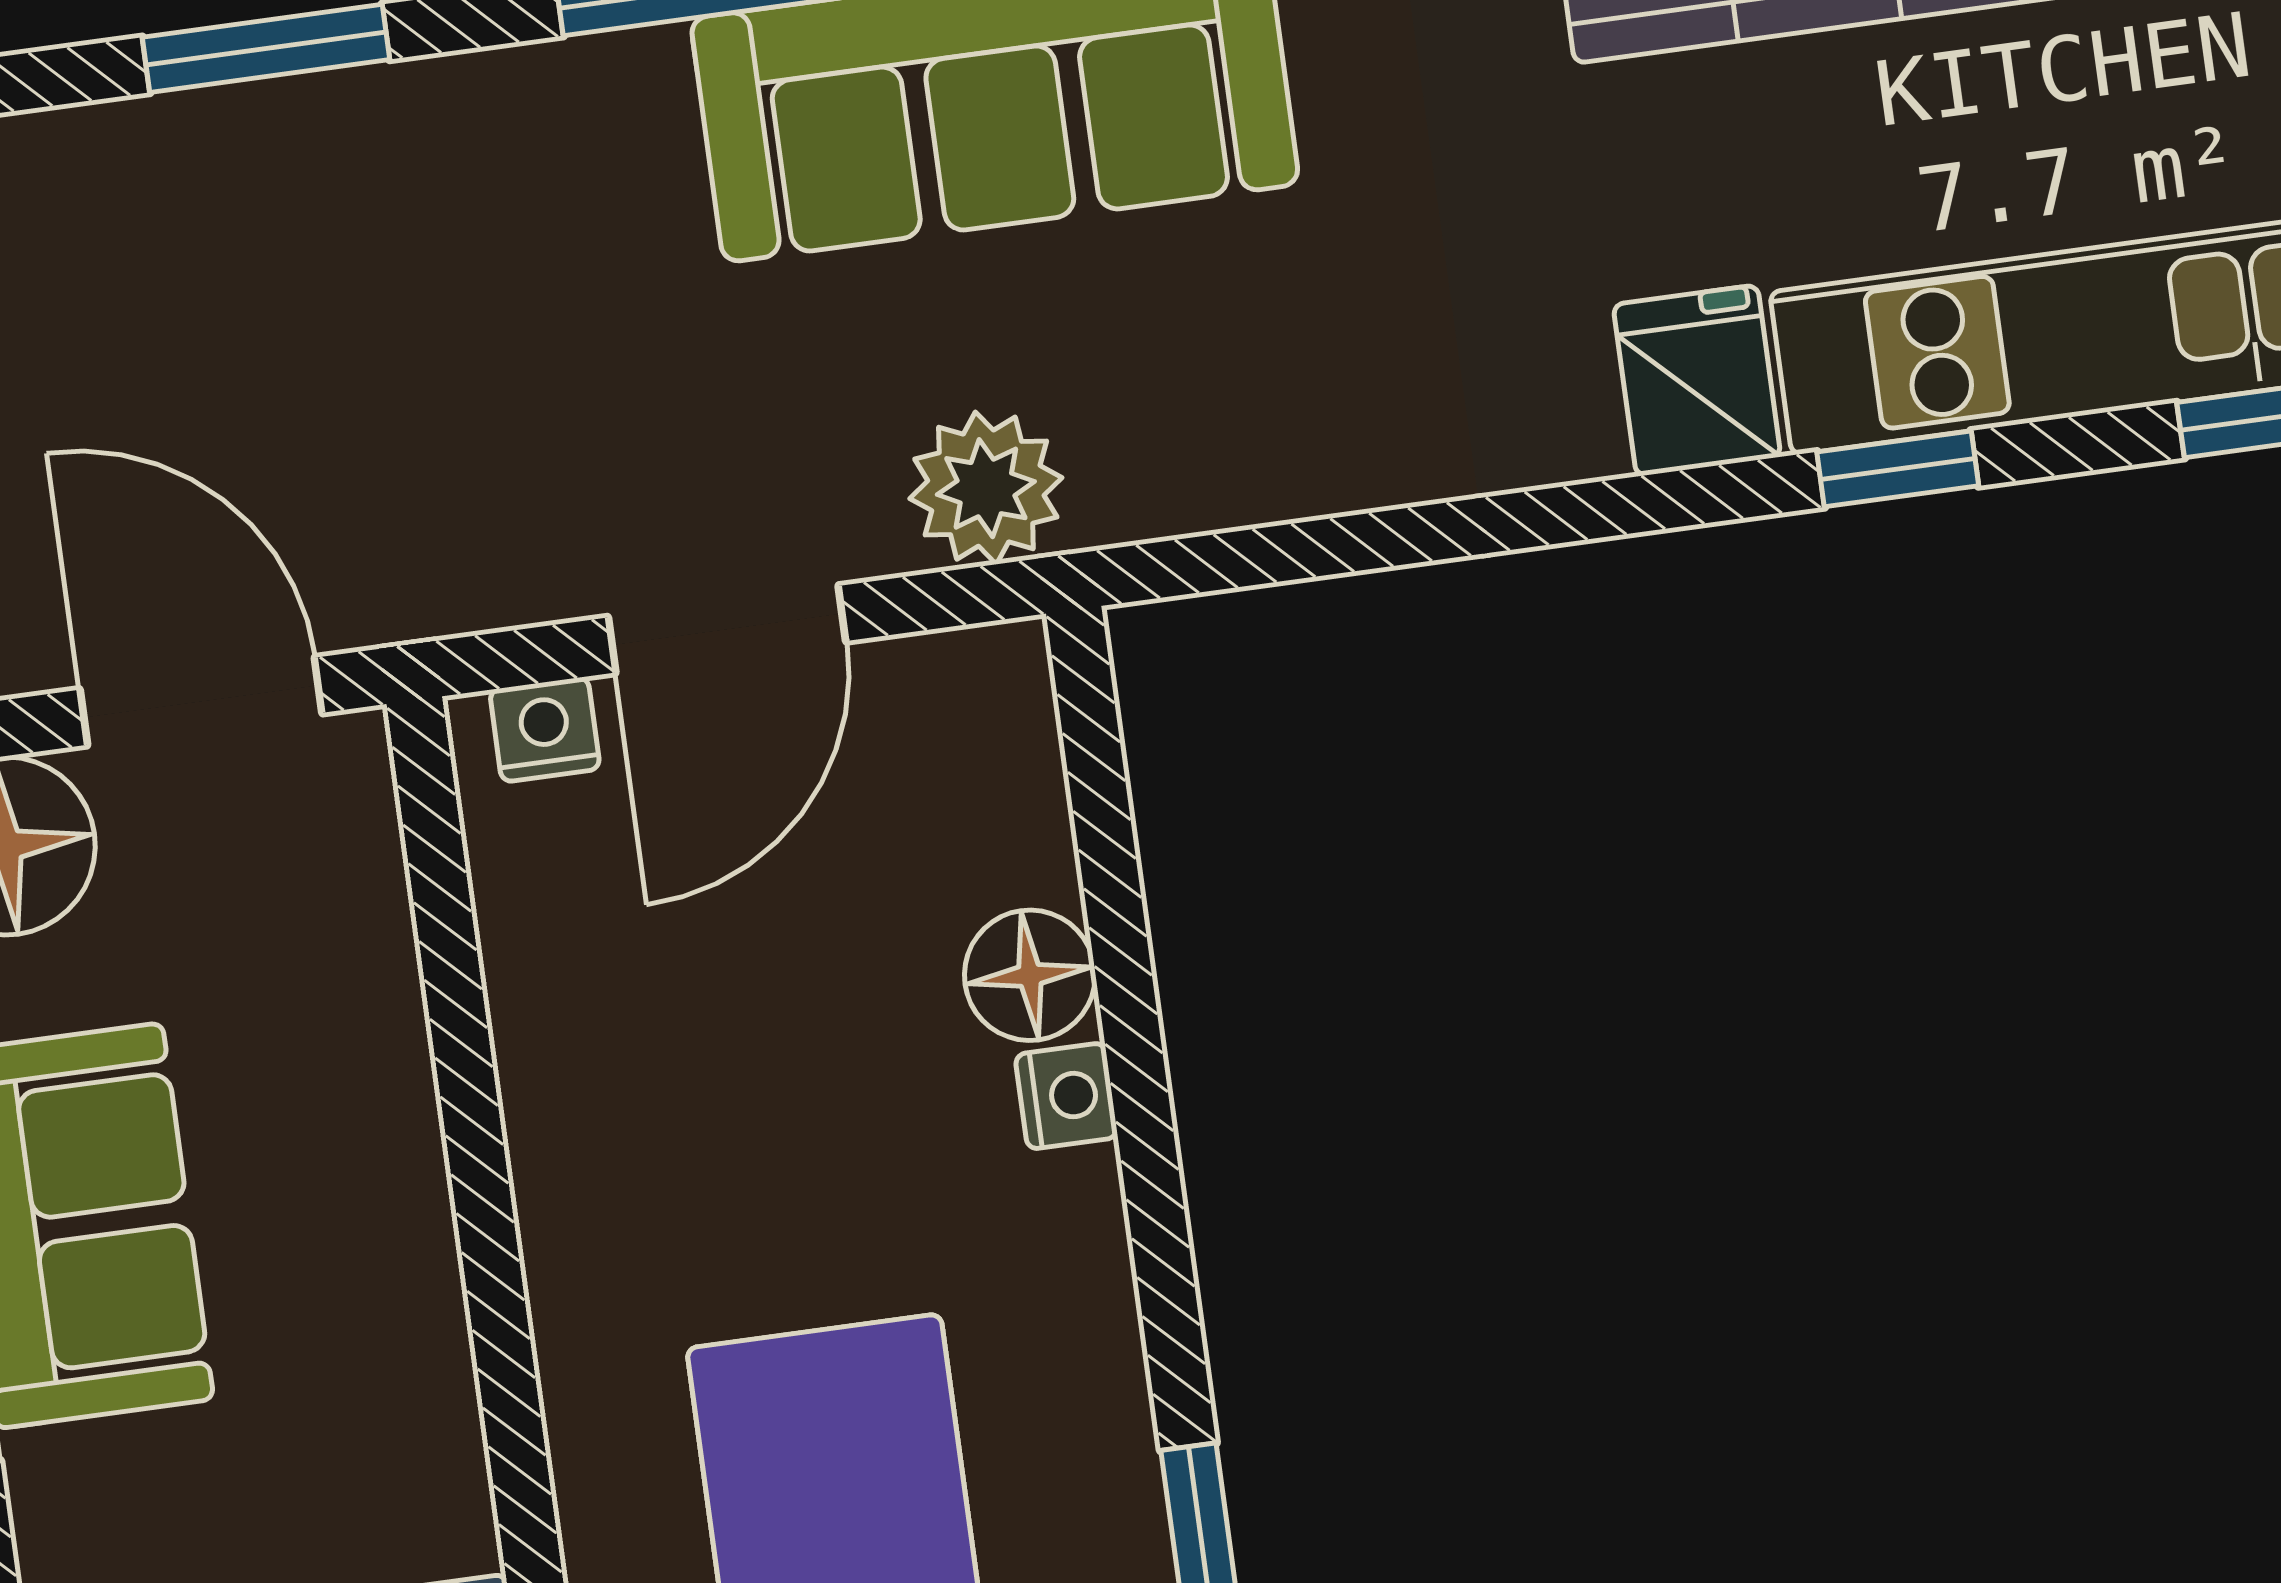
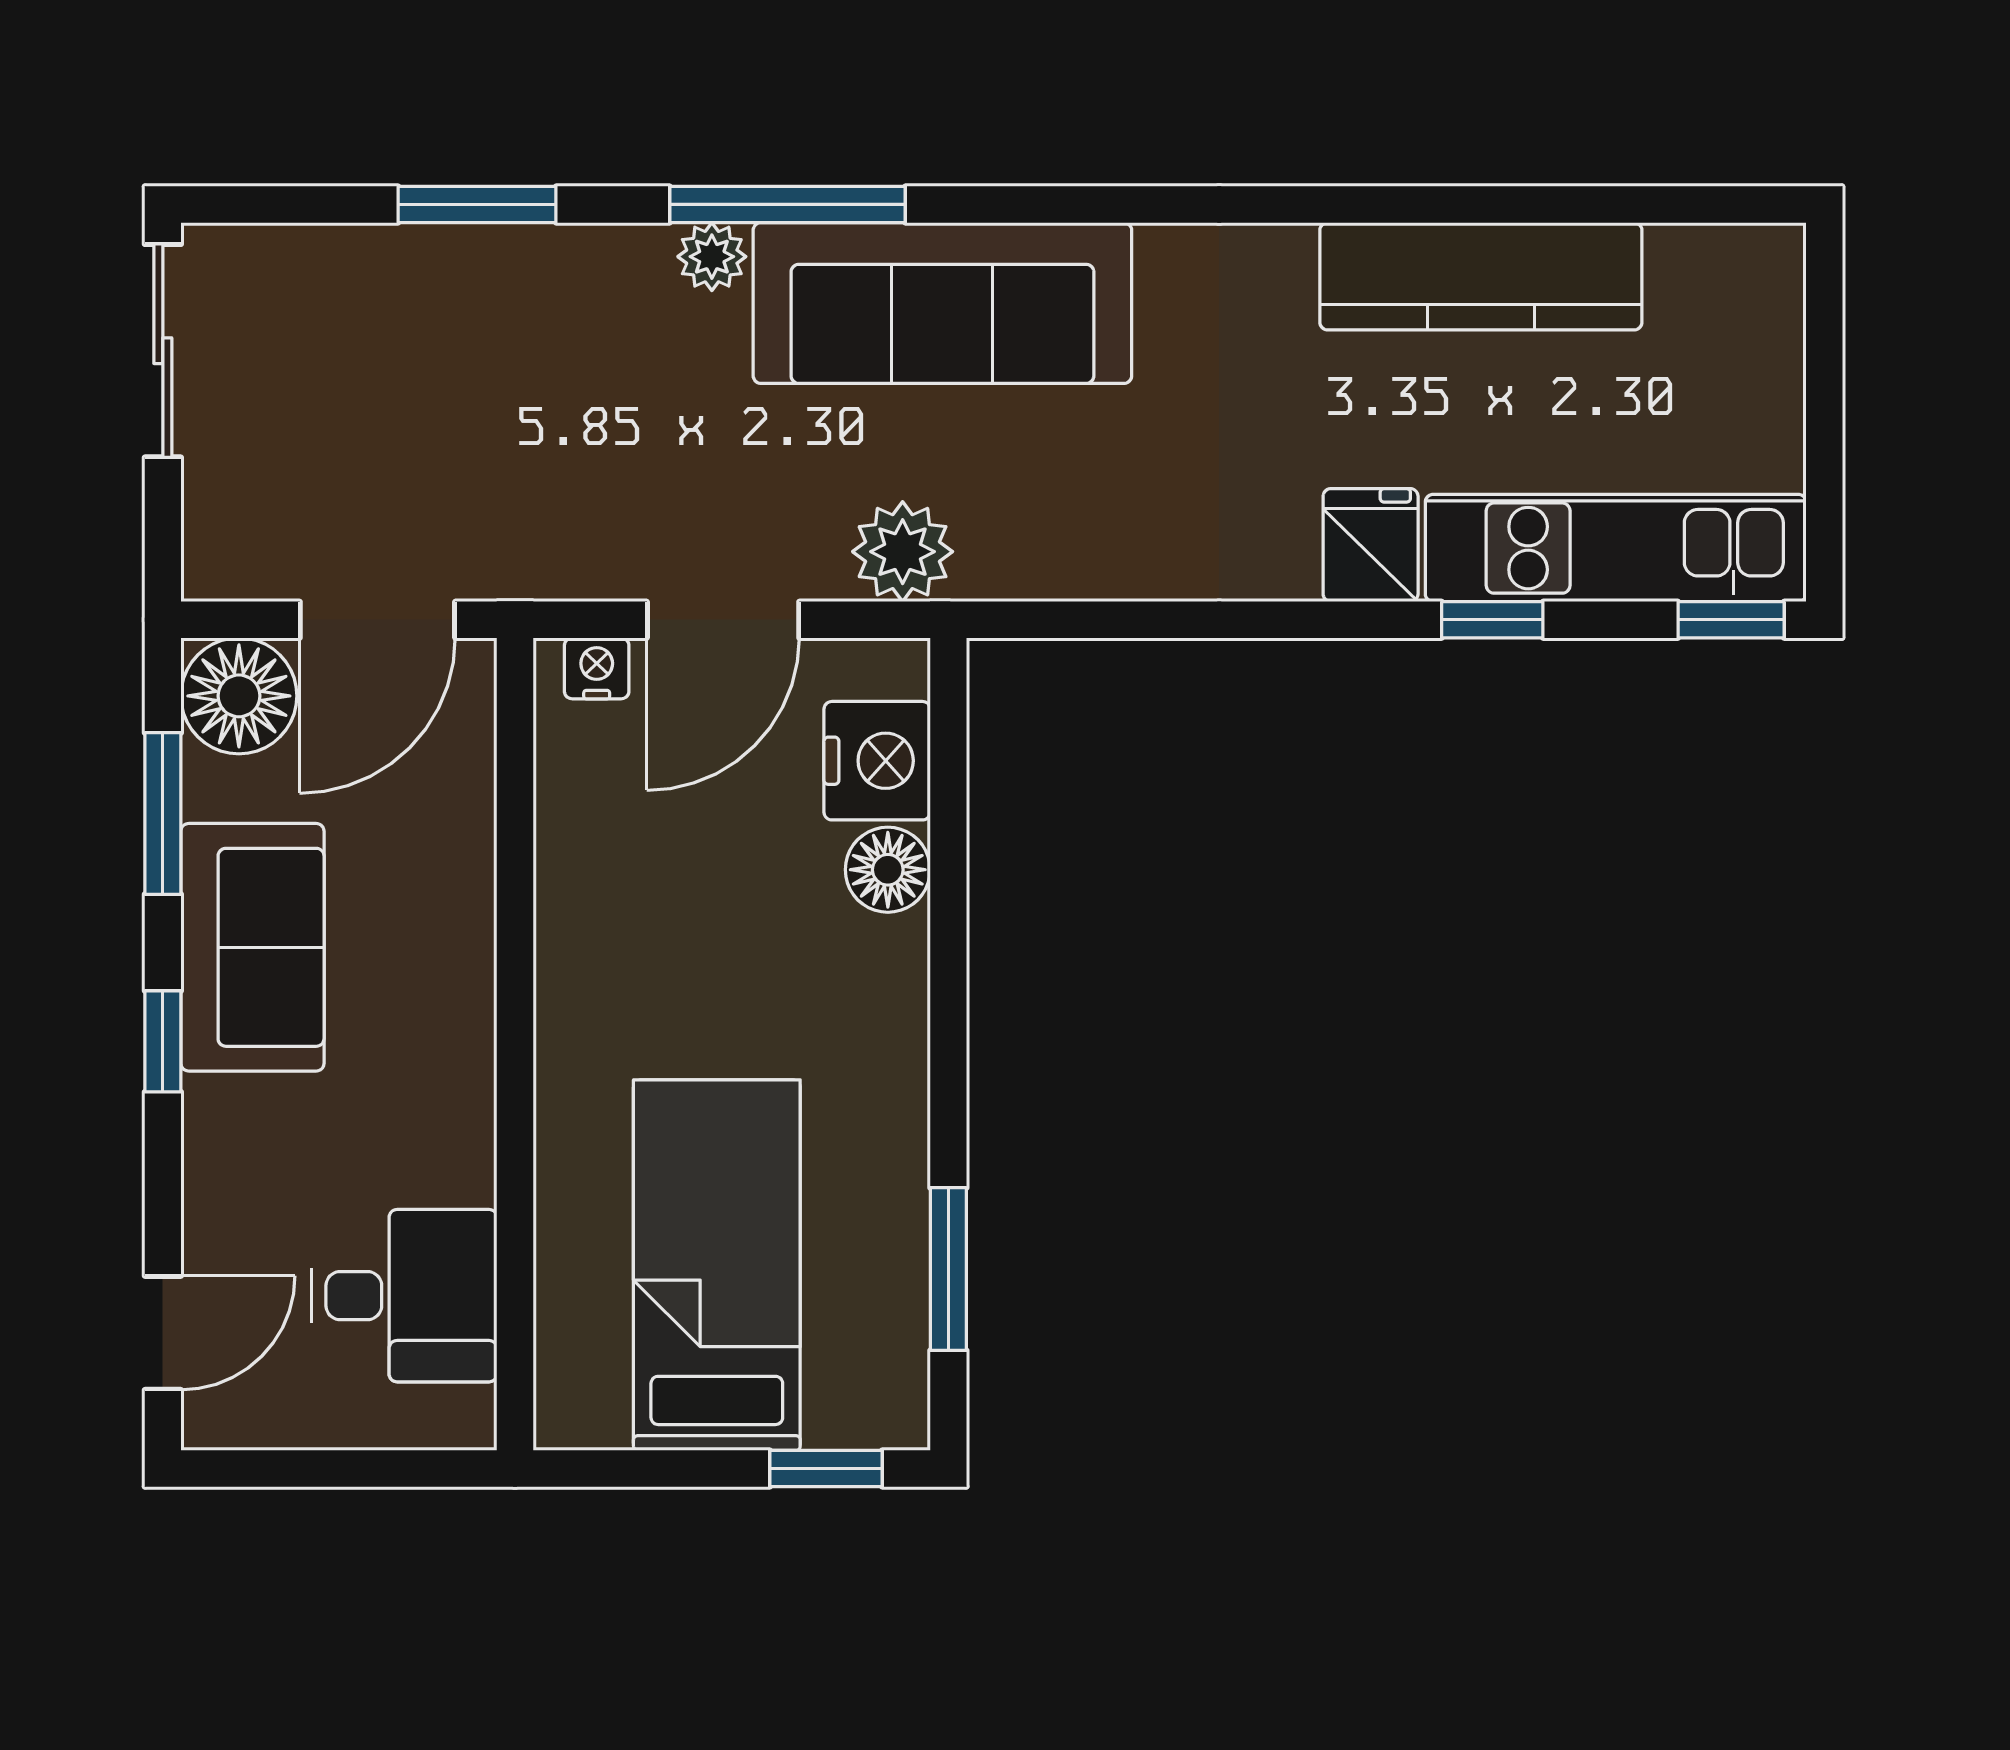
plant: (634, 79) -> (712, 257), added
door: (201, 701) -> (377, 620), swing flipped
nightstand: (1066, 1096) -> (877, 761), moved, width x1.89, depth x1.79

